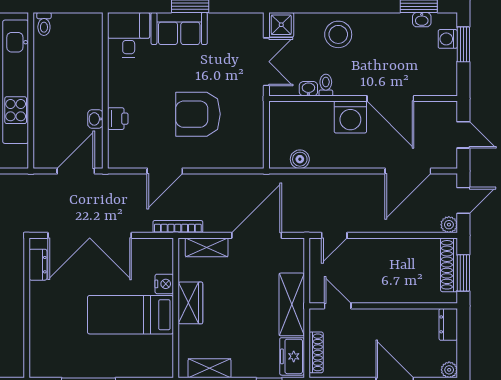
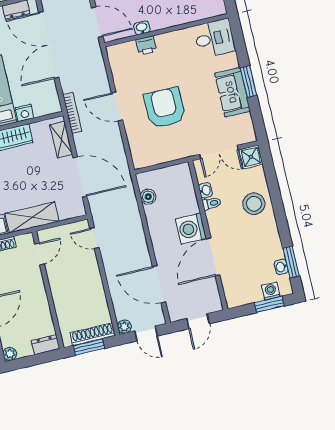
sofa: (179, 28) -> (232, 92), moved
door: (165, 171) -> (117, 106), moved

